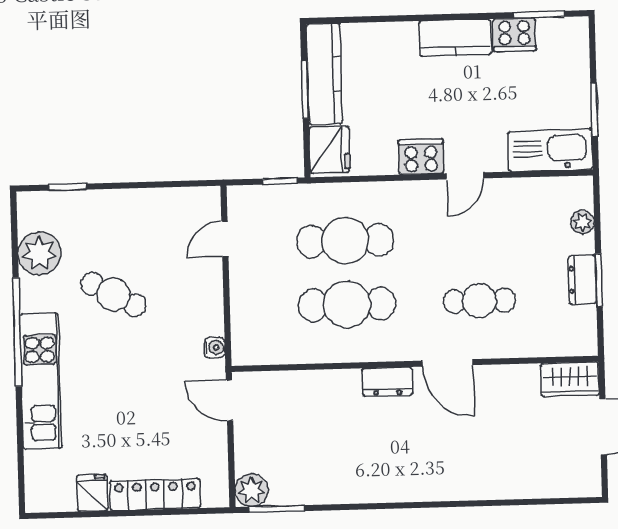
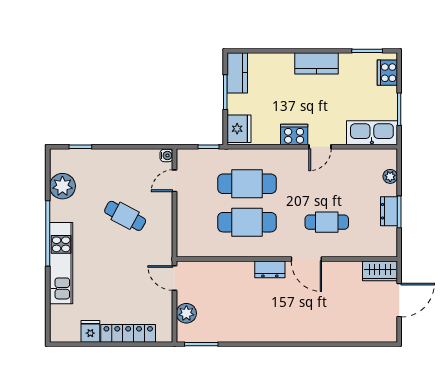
cooker: (514, 35) -> (387, 73), moved, turned 90
kitchen counter: (324, 74) -> (237, 73), width x0.67
cafe table: (113, 294) -> (125, 216), moved
water cooler: (215, 347) -> (166, 155), moved
plant: (252, 490) -> (186, 313), moved

